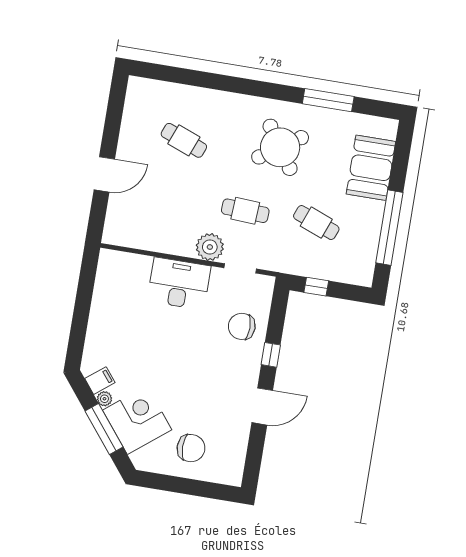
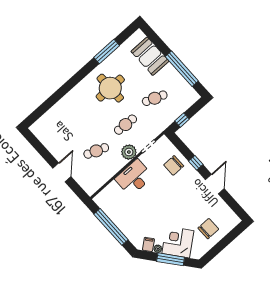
cafe table: (184, 140) -> (96, 151), moved
round table: (280, 147) -> (110, 88), turned 34
window: (82, 307) -> (111, 227), added

